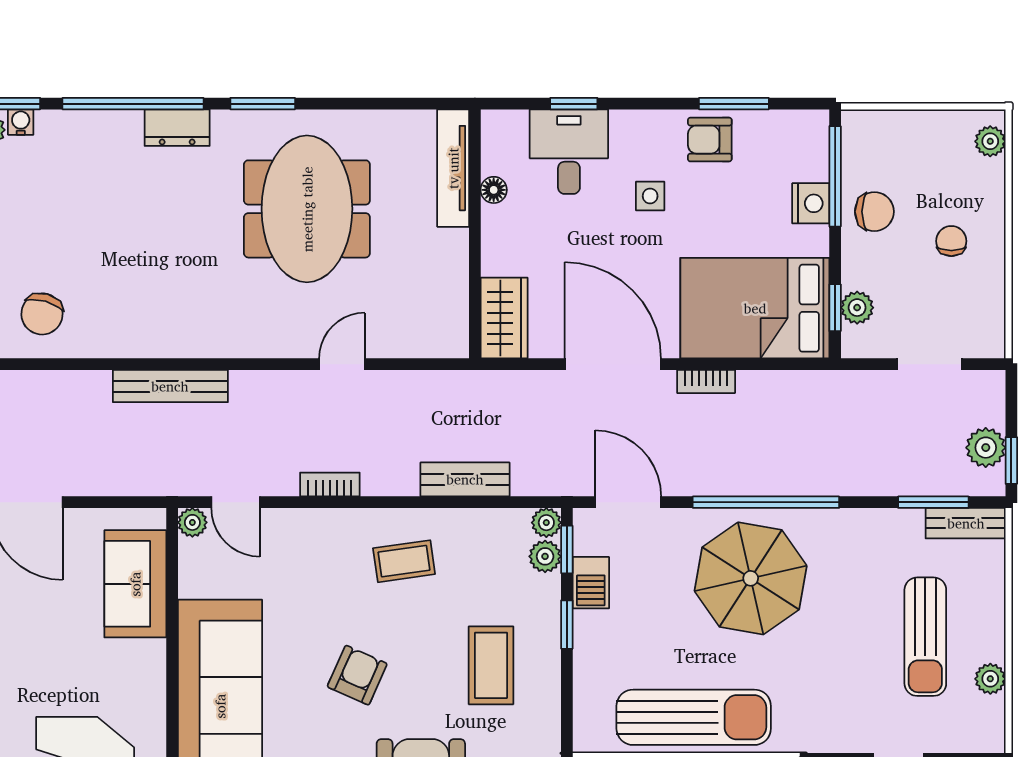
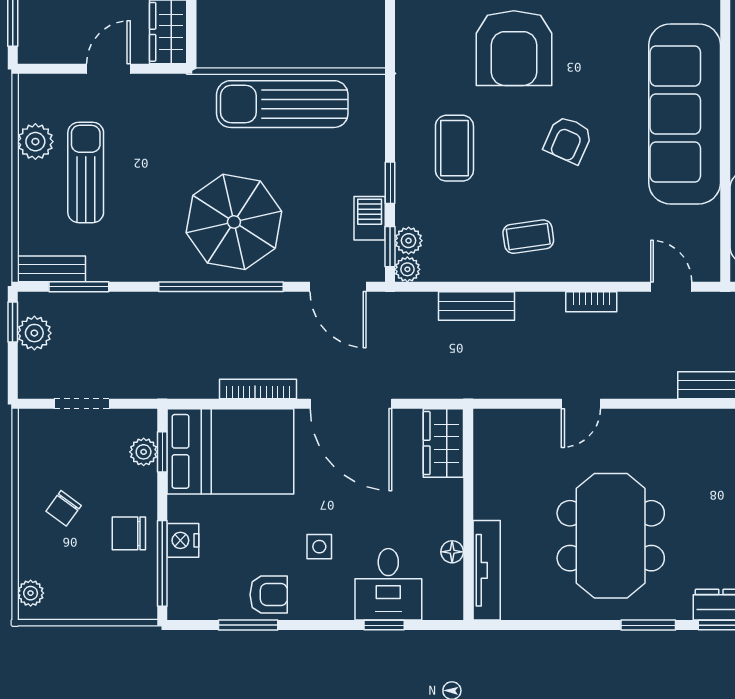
chair: (951, 241) -> (64, 508), turned 36
bookcase: (706, 382) -> (258, 389), width x1.56
plant: (192, 522) -> (708, 269), removed
plant: (990, 679) -> (35, 142), width x1.38, depth x1.38

